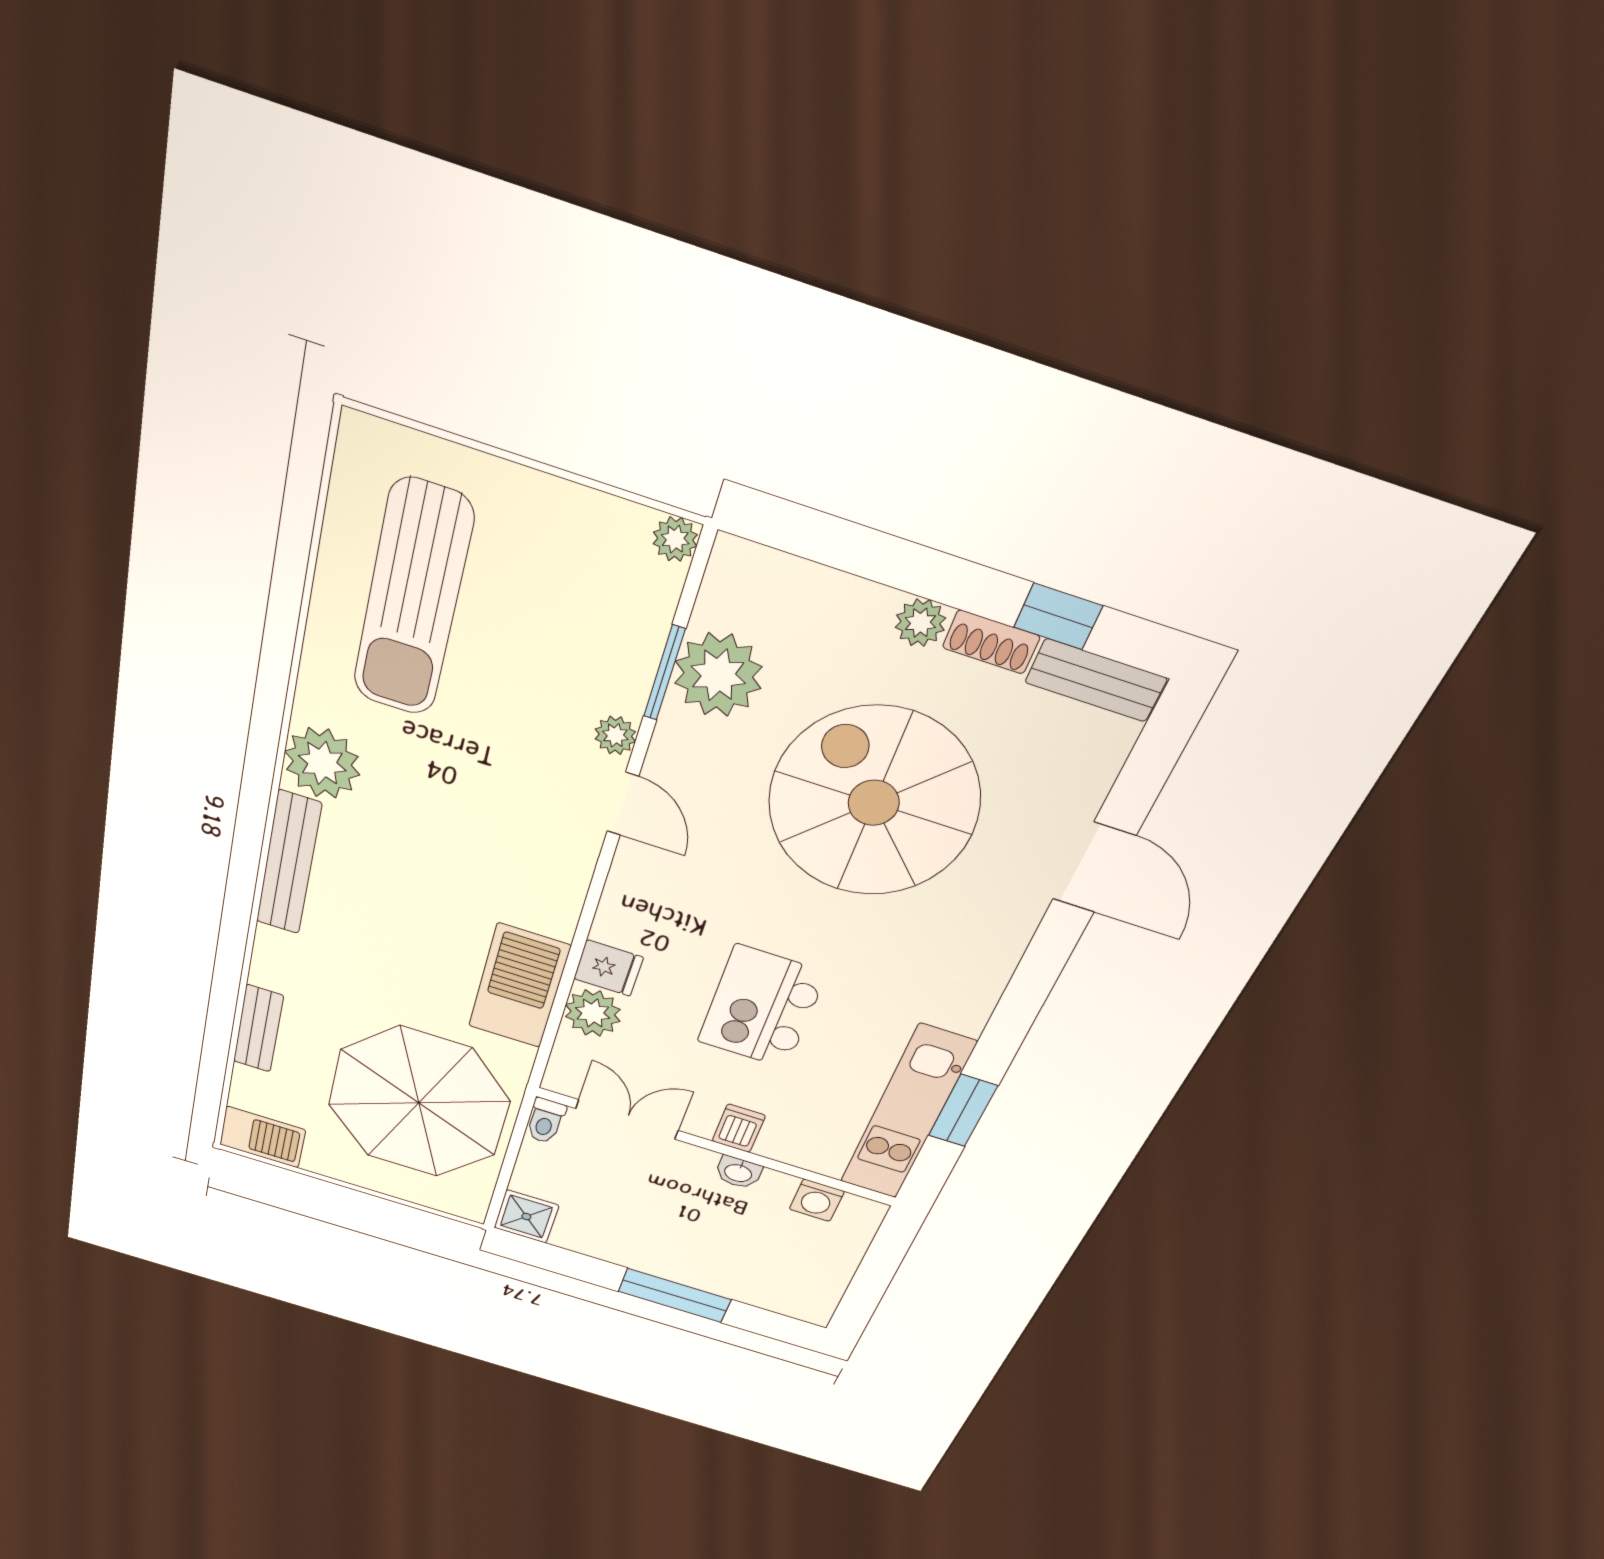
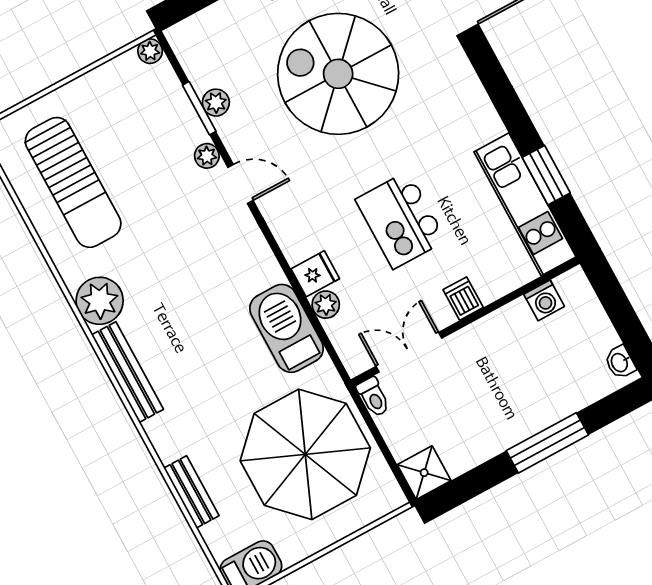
plant: (718, 675) -> (216, 103), width x0.53, depth x0.53
plant: (593, 1013) -> (326, 305), width x0.73, depth x0.73
washbasin: (738, 1172) -> (620, 362), moved, turned 90

